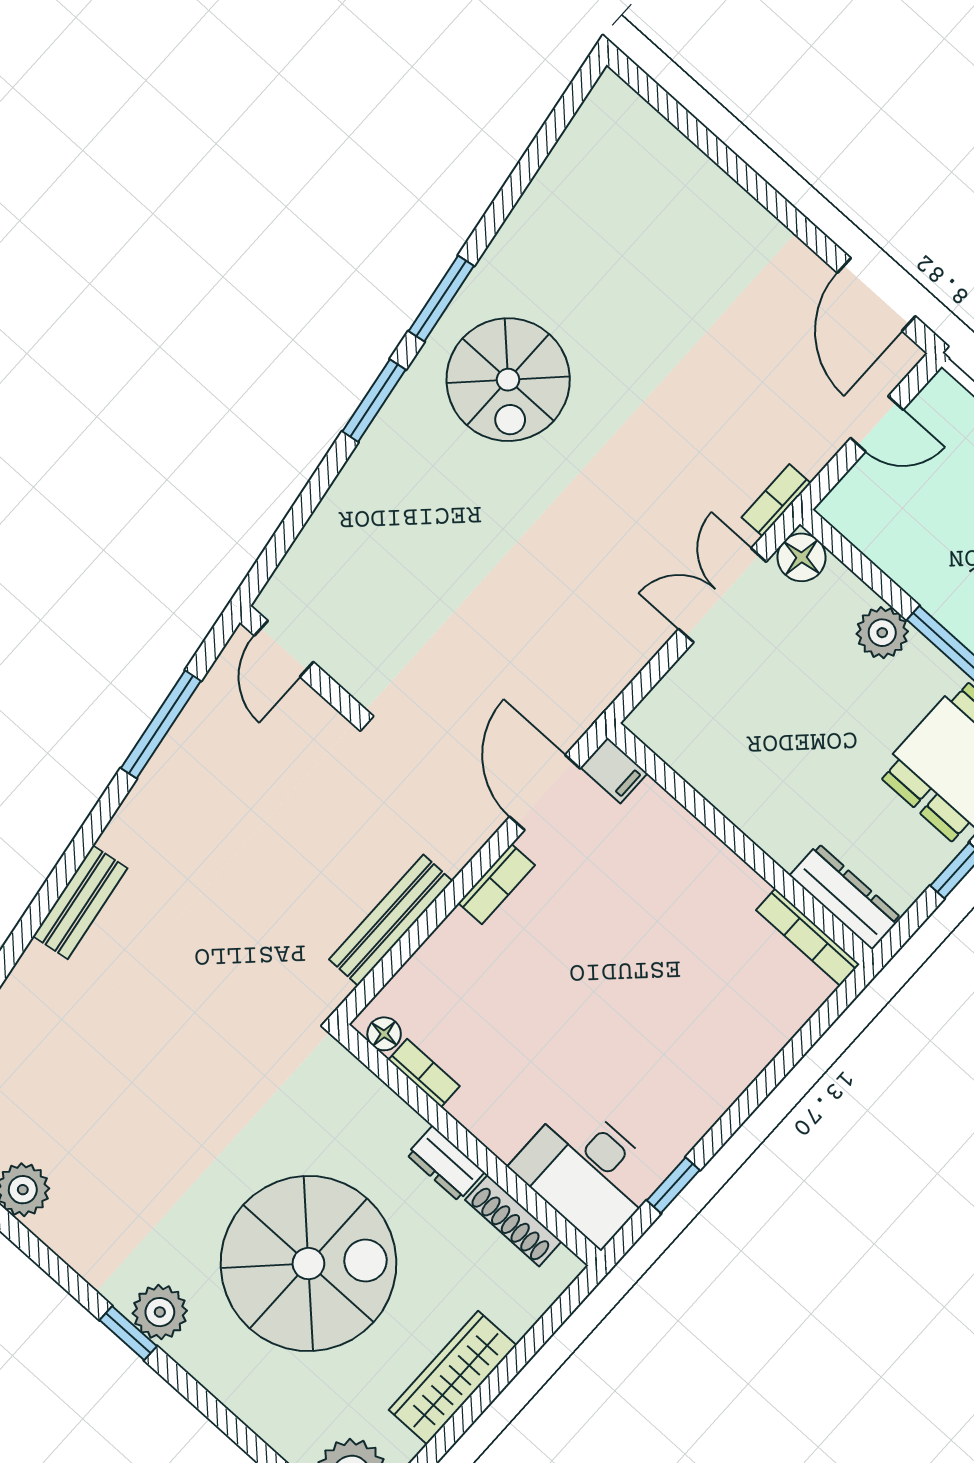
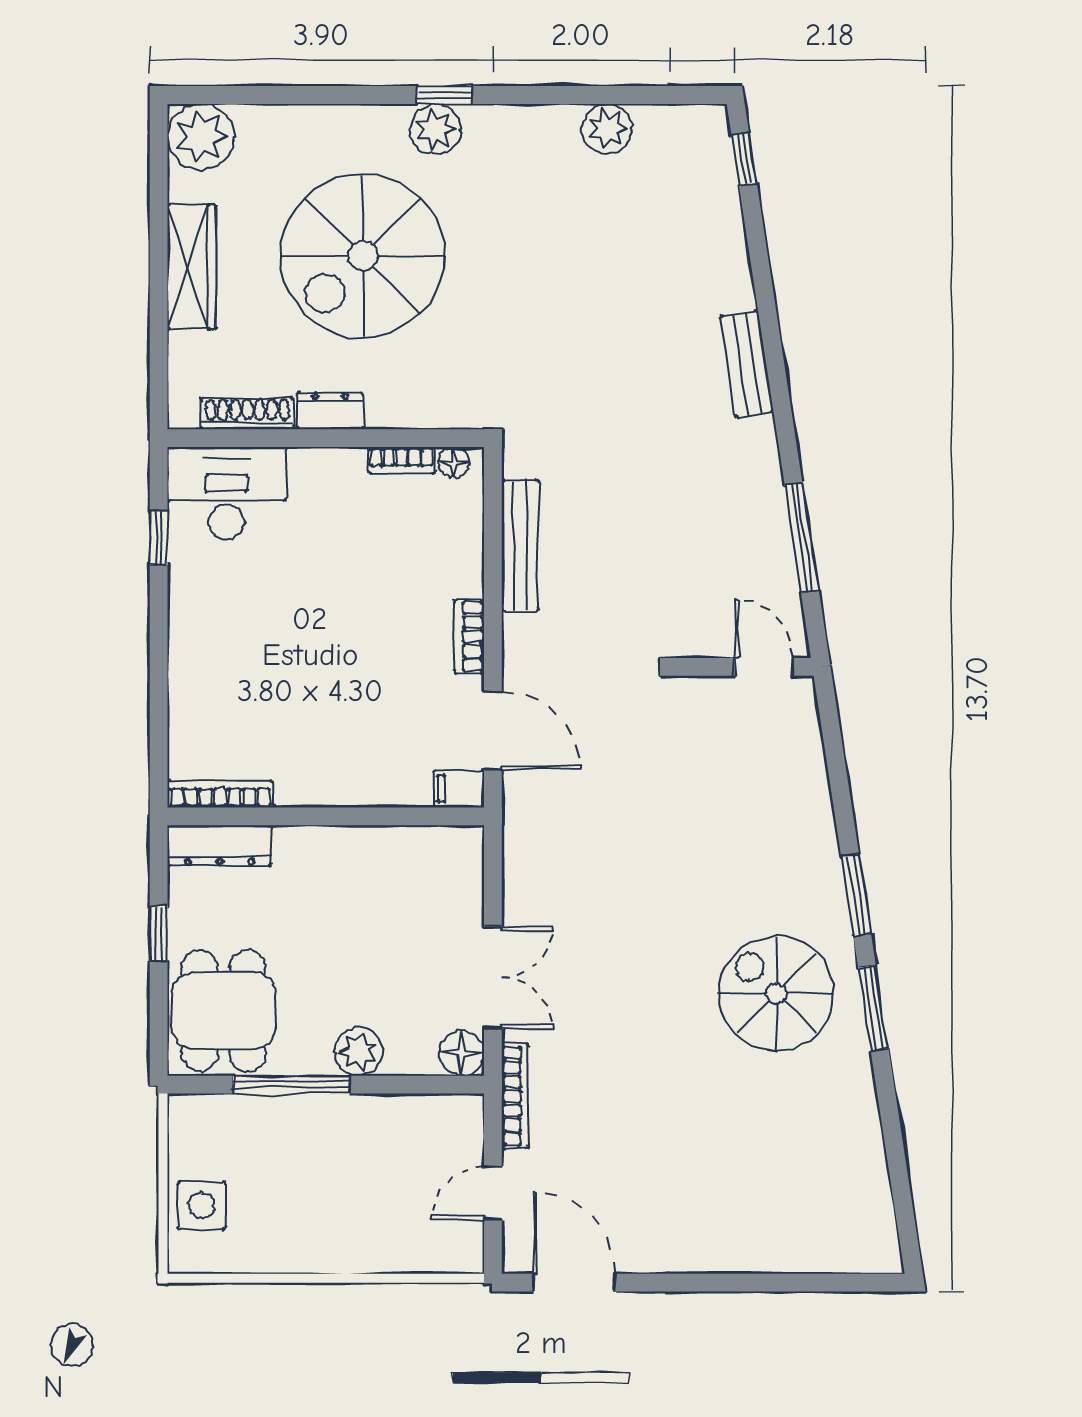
bookcase: (776, 500) -> (515, 1096), width x1.56

